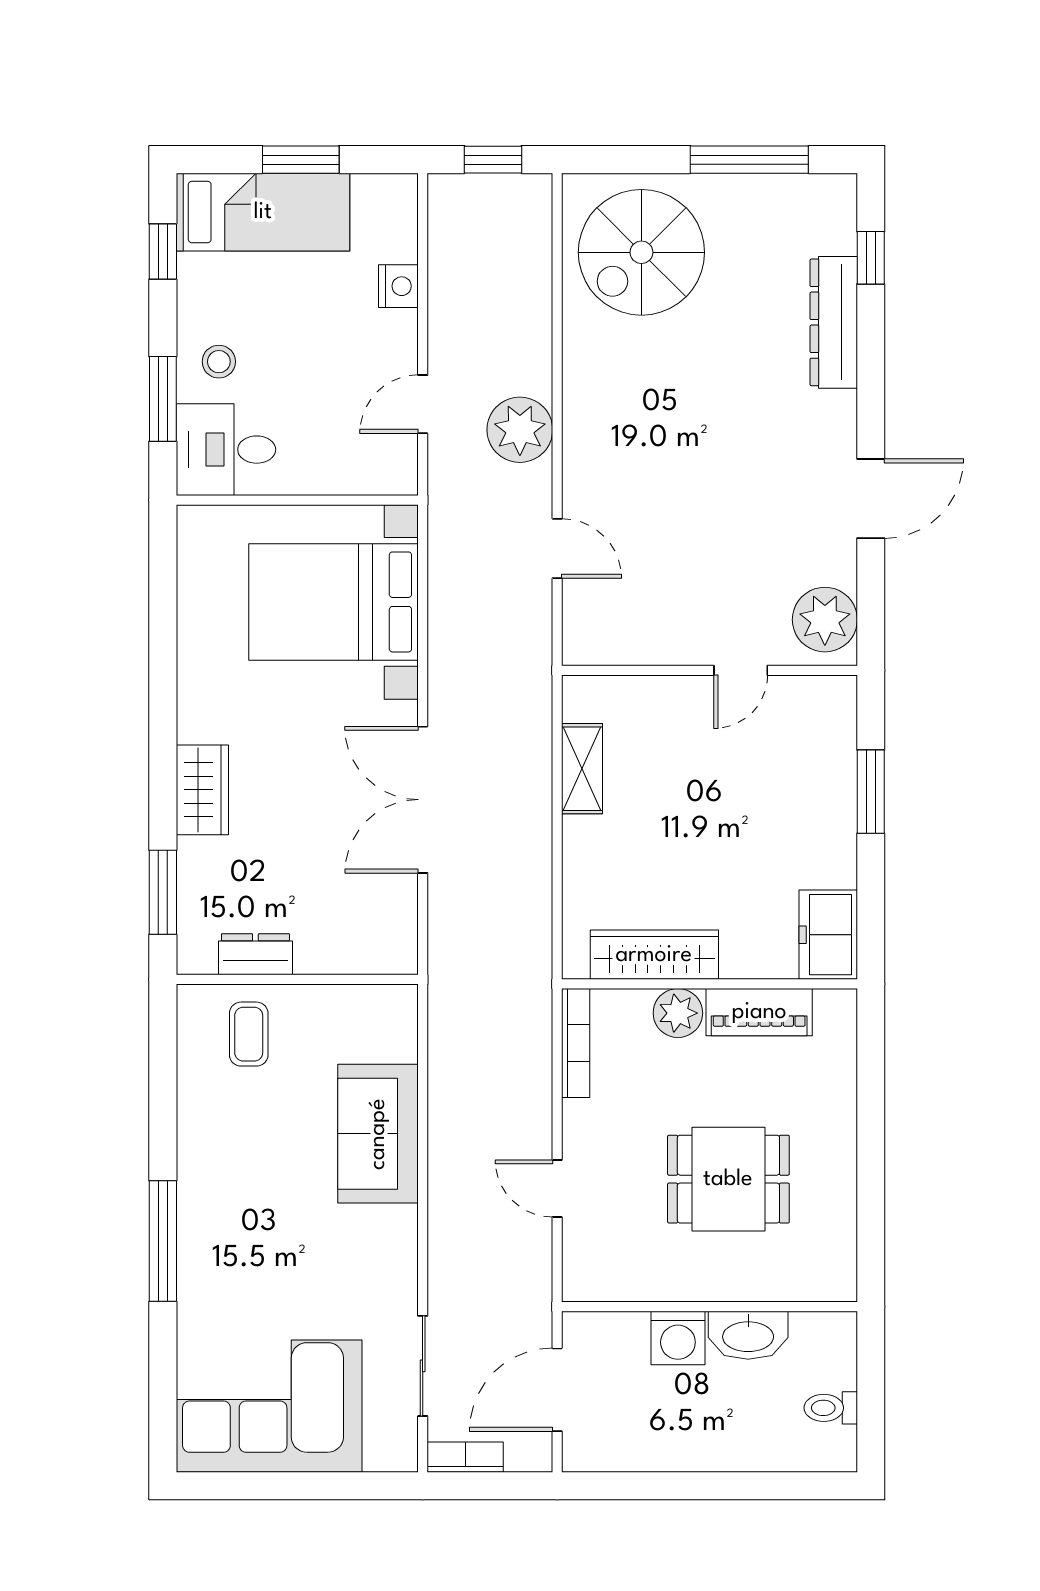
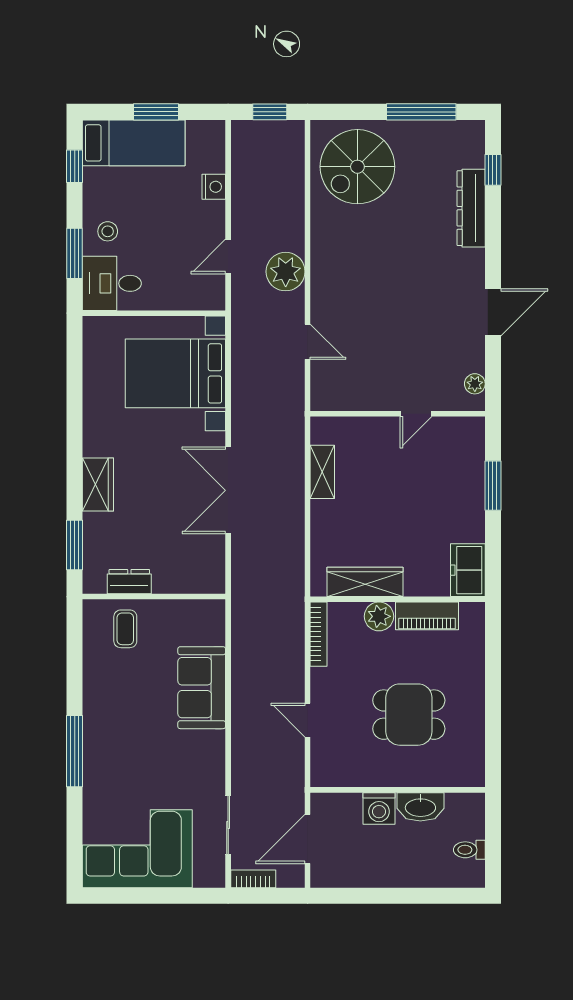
plant: (825, 620) -> (475, 384), width x0.53, depth x0.53

